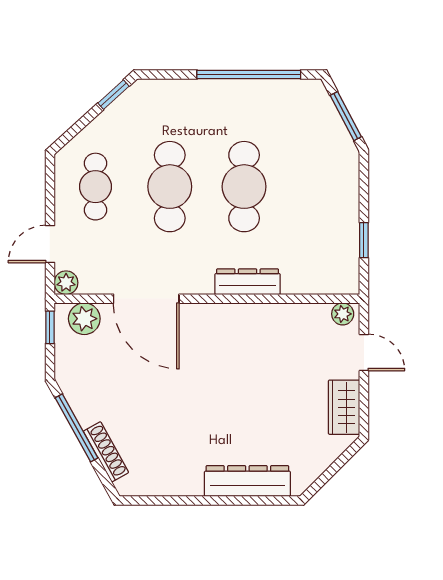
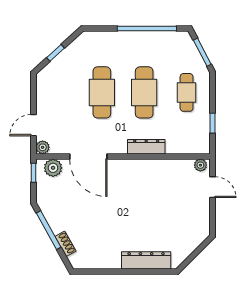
window: (113, 95) -> (55, 53), moved
cafe table: (95, 187) -> (187, 92), moved
wardrobe: (344, 407) -> (201, 218), removed
shoe rack: (106, 452) -> (65, 244), width x0.70

